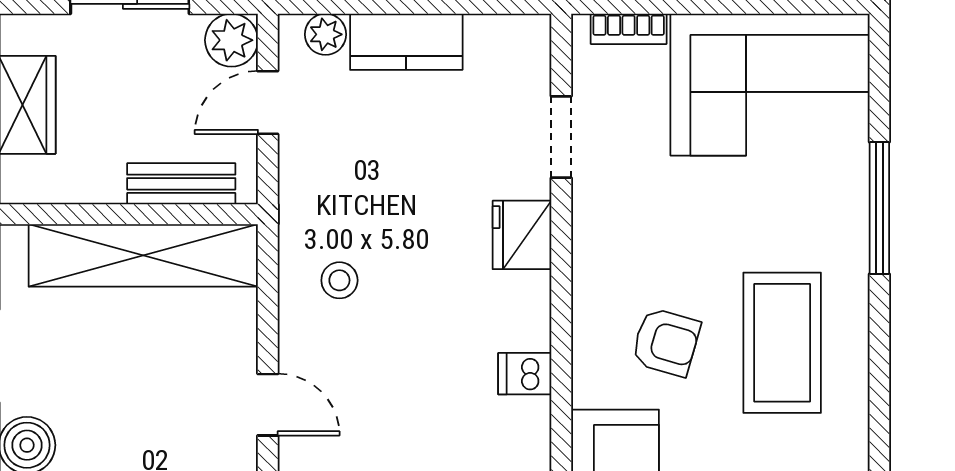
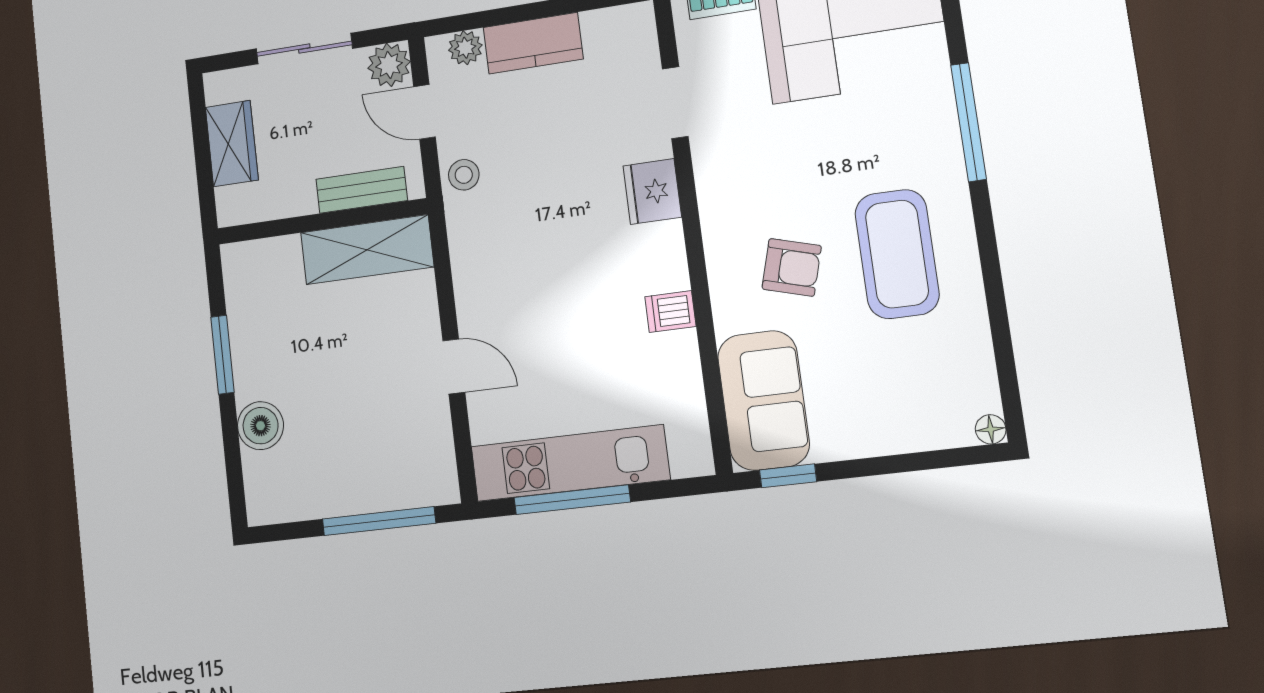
door: (268, 103) -> (424, 112), hinge flipped
shelving: (143, 255) -> (367, 250), width x0.68
stool: (339, 280) -> (464, 175), moved

